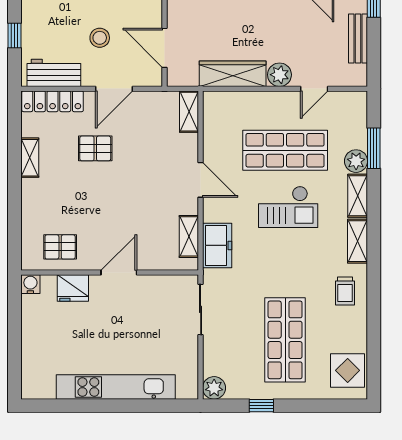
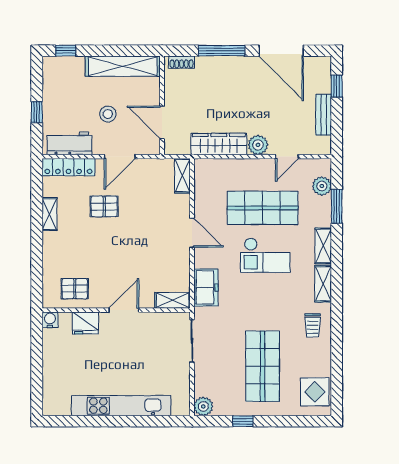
plant: (356, 161) -> (322, 186), moved
shelving: (189, 236) -> (173, 300), moved, turned 90

